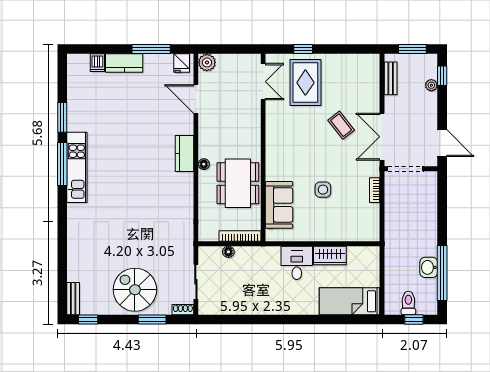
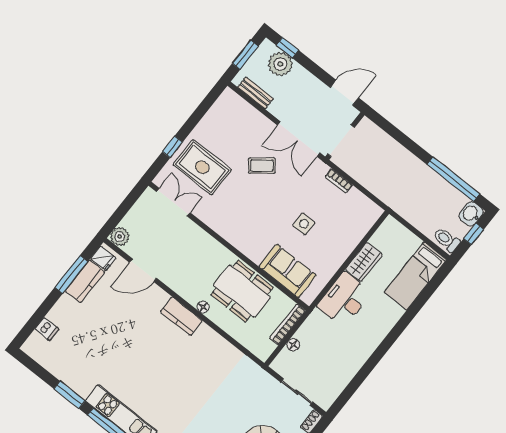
kitchen counter: (124, 63) -> (85, 281), moved
plant: (431, 85) -> (280, 64), width x1.88, depth x1.88
desk: (297, 263) -> (344, 299), width x1.37
washbasin: (429, 267) -> (471, 214), moved, turned 90
toilet: (408, 303) -> (447, 240), moved

